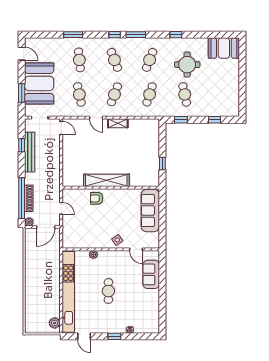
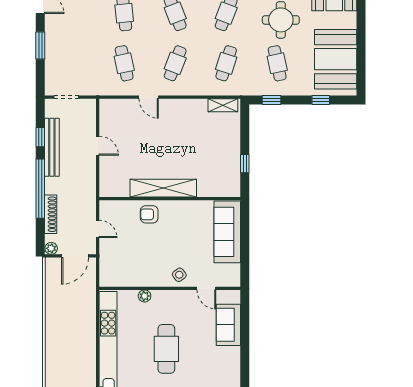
booth: (39, 83) -> (336, 59), moved
window: (22, 93) -> (40, 46), moved
shelving: (118, 123) -> (223, 105), moved
door: (61, 128) -> (98, 146), moved
window: (22, 198) -> (40, 189), moved
cafe table: (108, 291) -> (166, 349), width x1.37, depth x1.35

